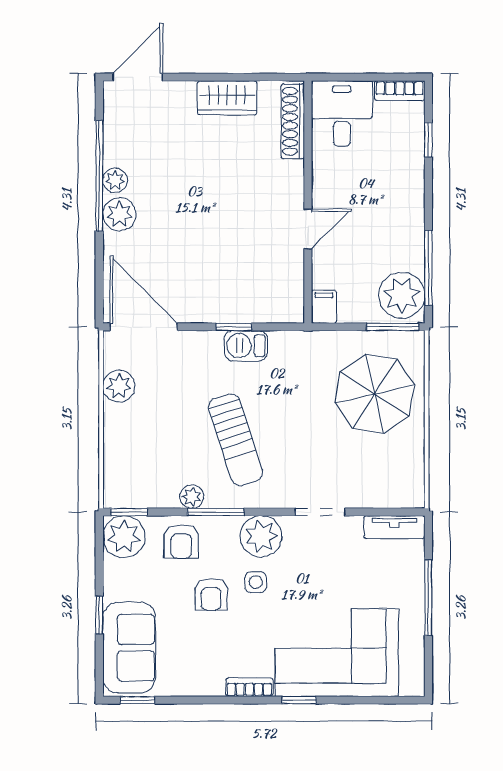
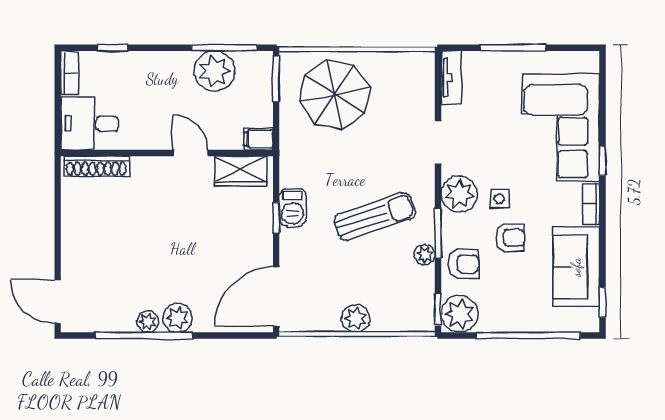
wardrobe: (227, 98) -> (241, 171), moved, turned 90
plant: (402, 295) -> (214, 71), moved
plant: (119, 386) -> (356, 318), moved
window: (99, 615) -> (528, 336), width x3.17
sofa: (129, 648) -> (576, 267), moved, turned -90

